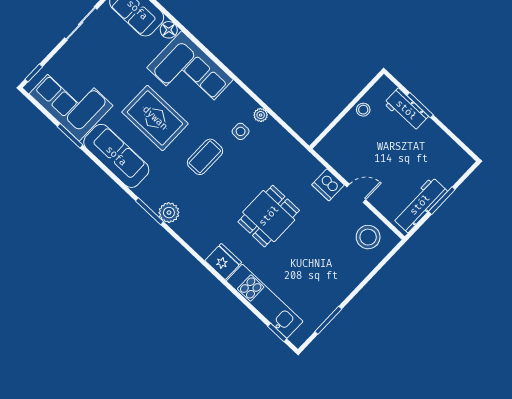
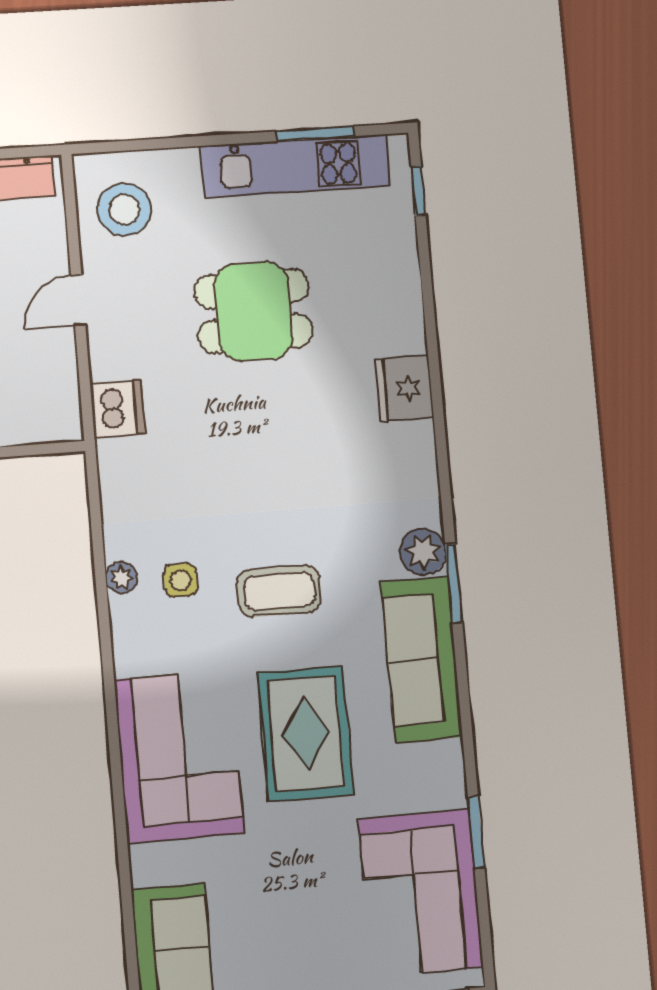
floor lamp: (169, 30) -> (148, 865), removed
sofa: (116, 156) -> (422, 659), moved
dishwasher: (328, 185) -> (118, 409), moved
door: (356, 193) -> (78, 300), hinge flipped
dining table: (269, 216) -> (253, 311), moved
kitchen unit: (265, 301) -> (296, 166), moved, turned -90

